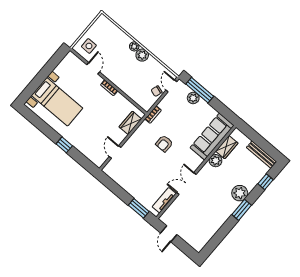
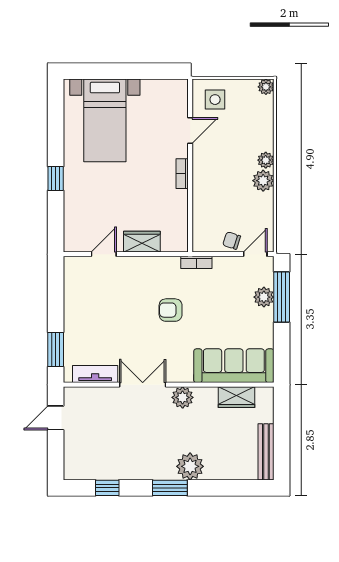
plant: (102, 19) -> (266, 87), added
wardrobe: (130, 123) -> (142, 242), moved
plant: (216, 161) -> (183, 397), moved
window: (266, 182) -> (107, 488), moved

